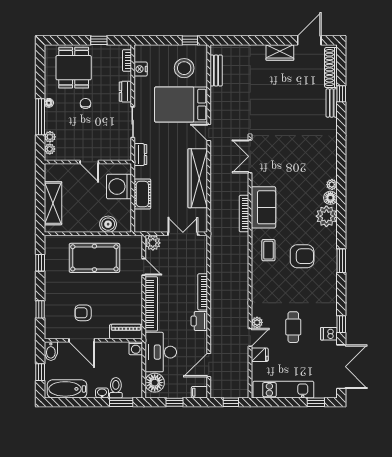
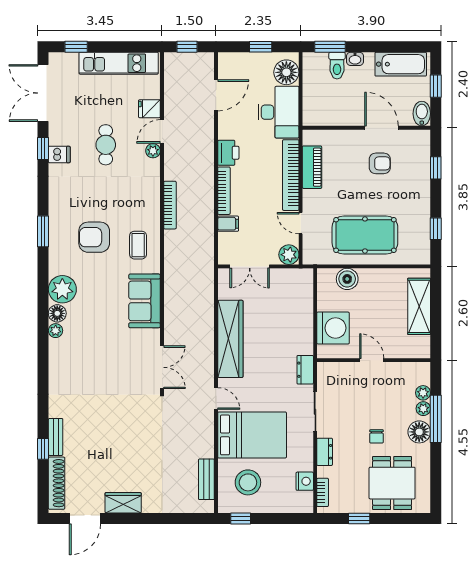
floor lamp: (49, 103) -> (419, 432), width x1.89, depth x1.89
plant: (50, 149) -> (423, 409), moved
cot: (142, 194) -> (302, 318), removed
bookcase: (244, 214) -> (170, 205), moved
piano: (126, 331) -> (312, 167), moved, turned -90
dishwasher: (329, 334) -> (59, 154), moved
washing machine: (136, 348) -> (311, 117), removed
filing cabinet: (199, 392) -> (228, 224), moved

